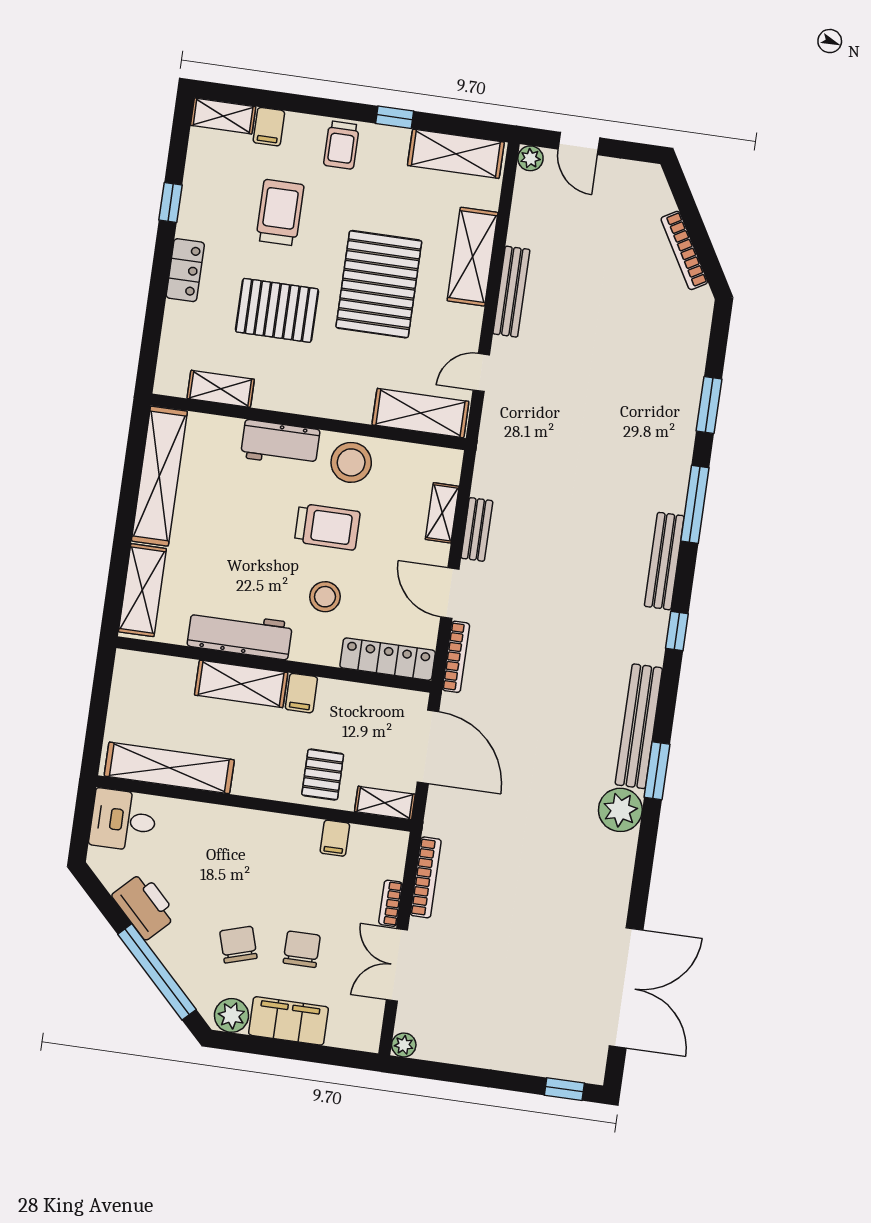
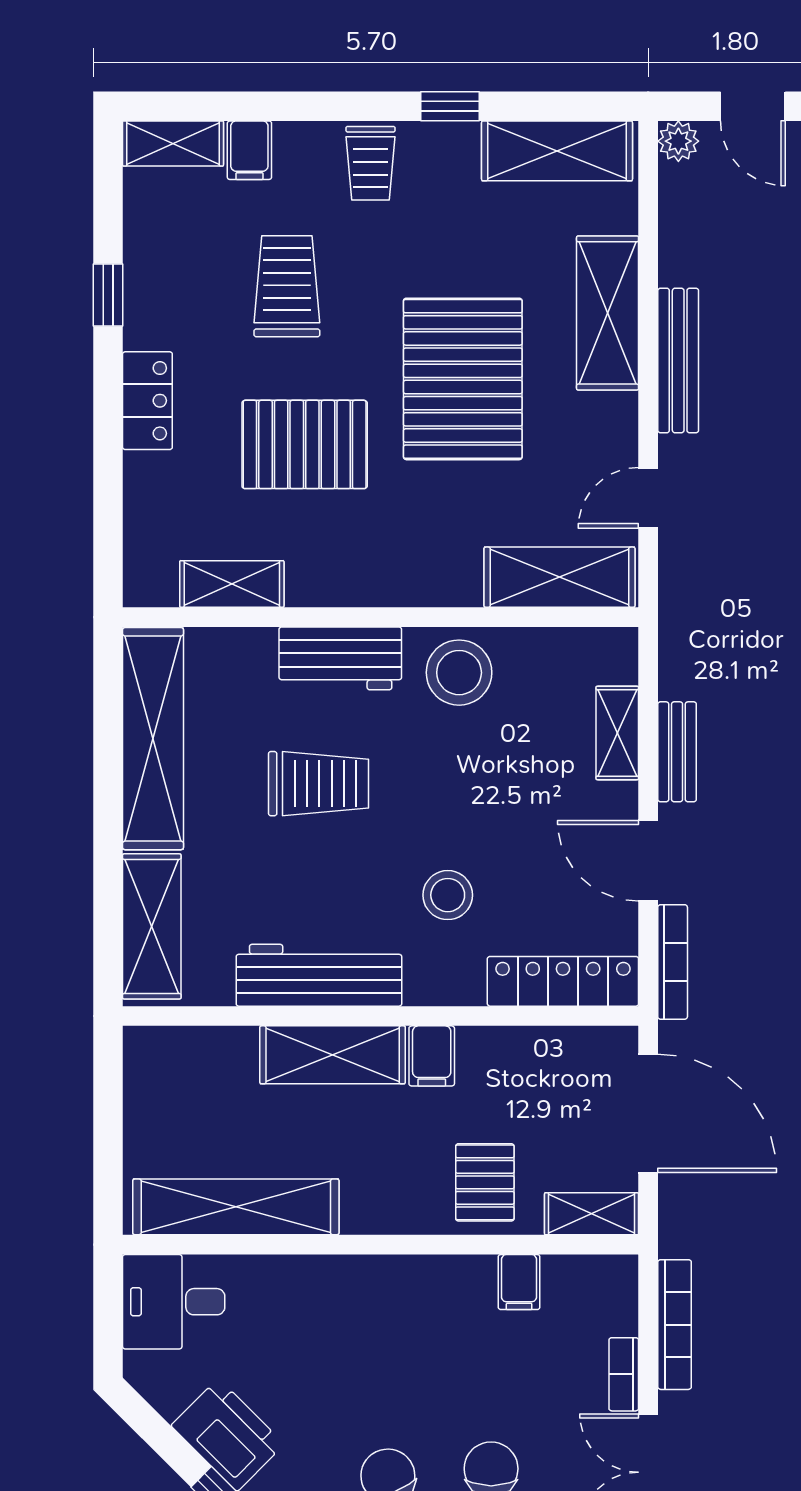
trolley: (327, 527) -> (318, 784), moved

